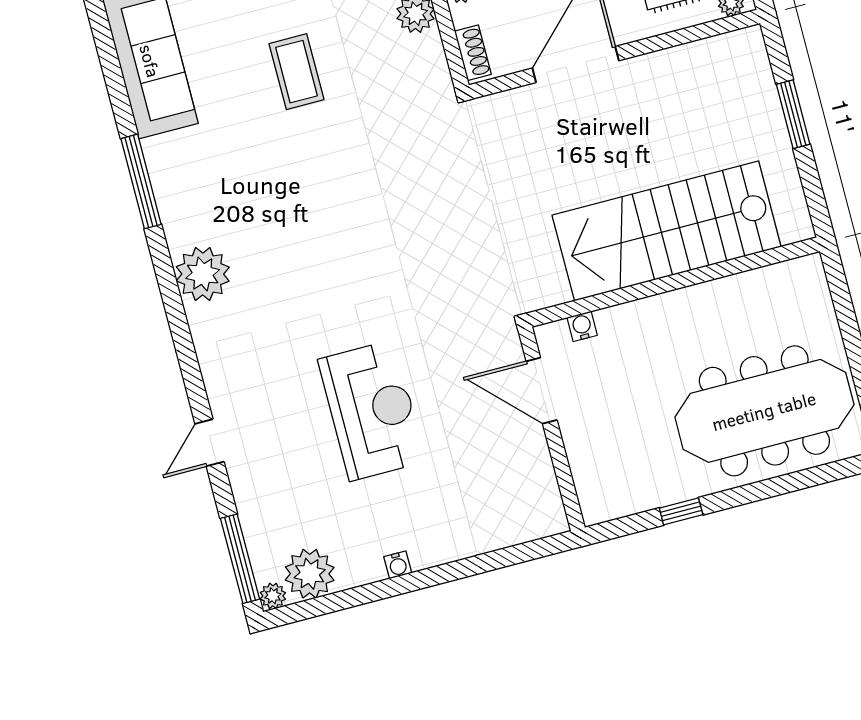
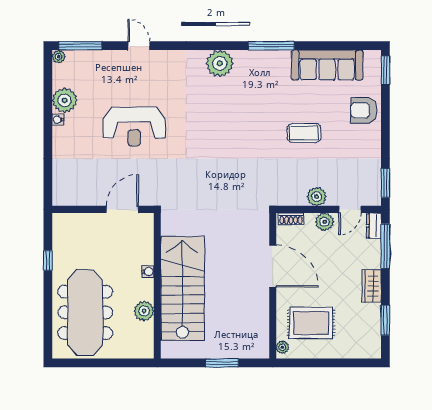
plant: (731, 295) -> (144, 311), added
water cooler: (582, 326) -> (148, 272), moved
plant: (310, 574) -> (65, 100), moved

